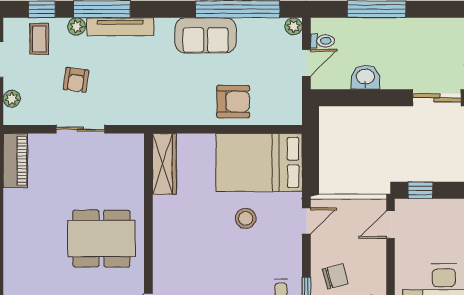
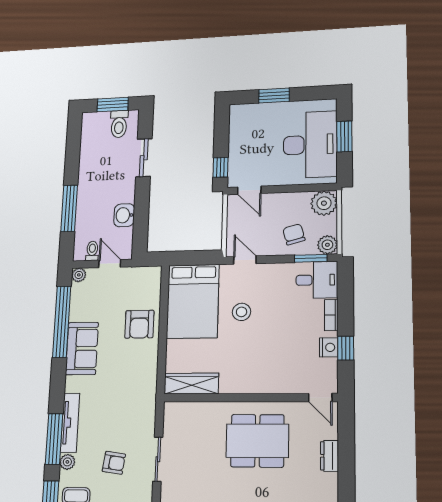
armchair: (233, 102) -> (139, 324), turned 180
dining table: (101, 239) -> (257, 441), turned 90

